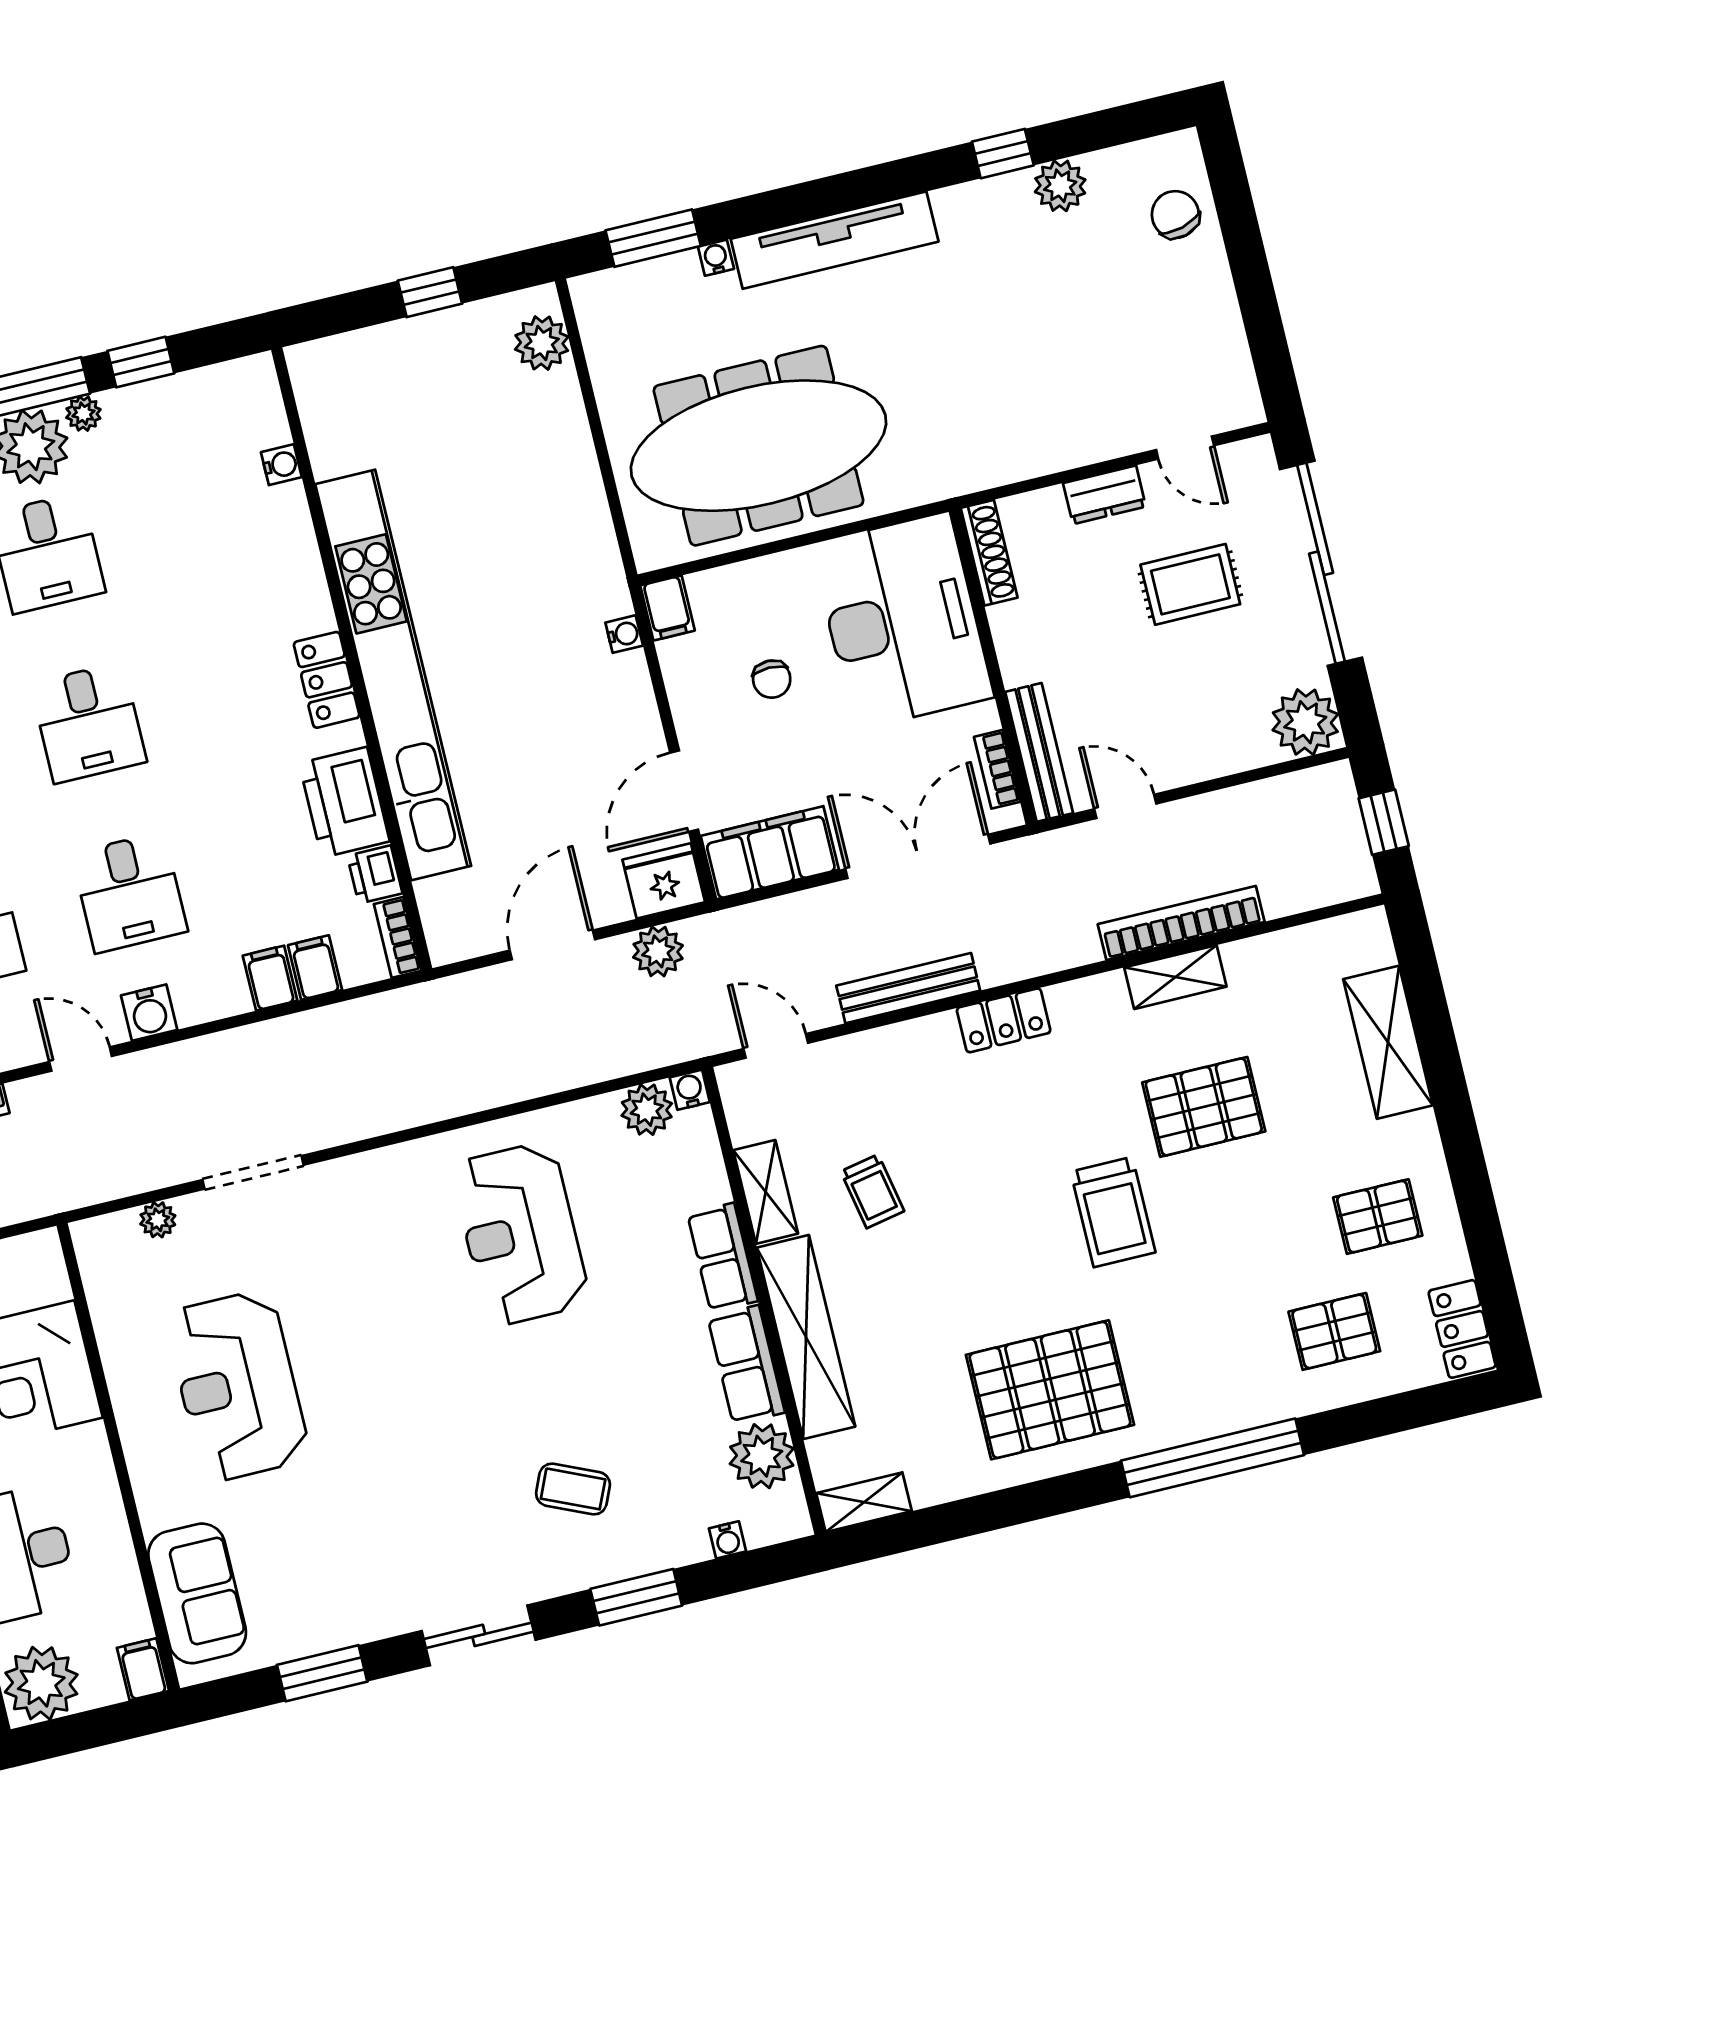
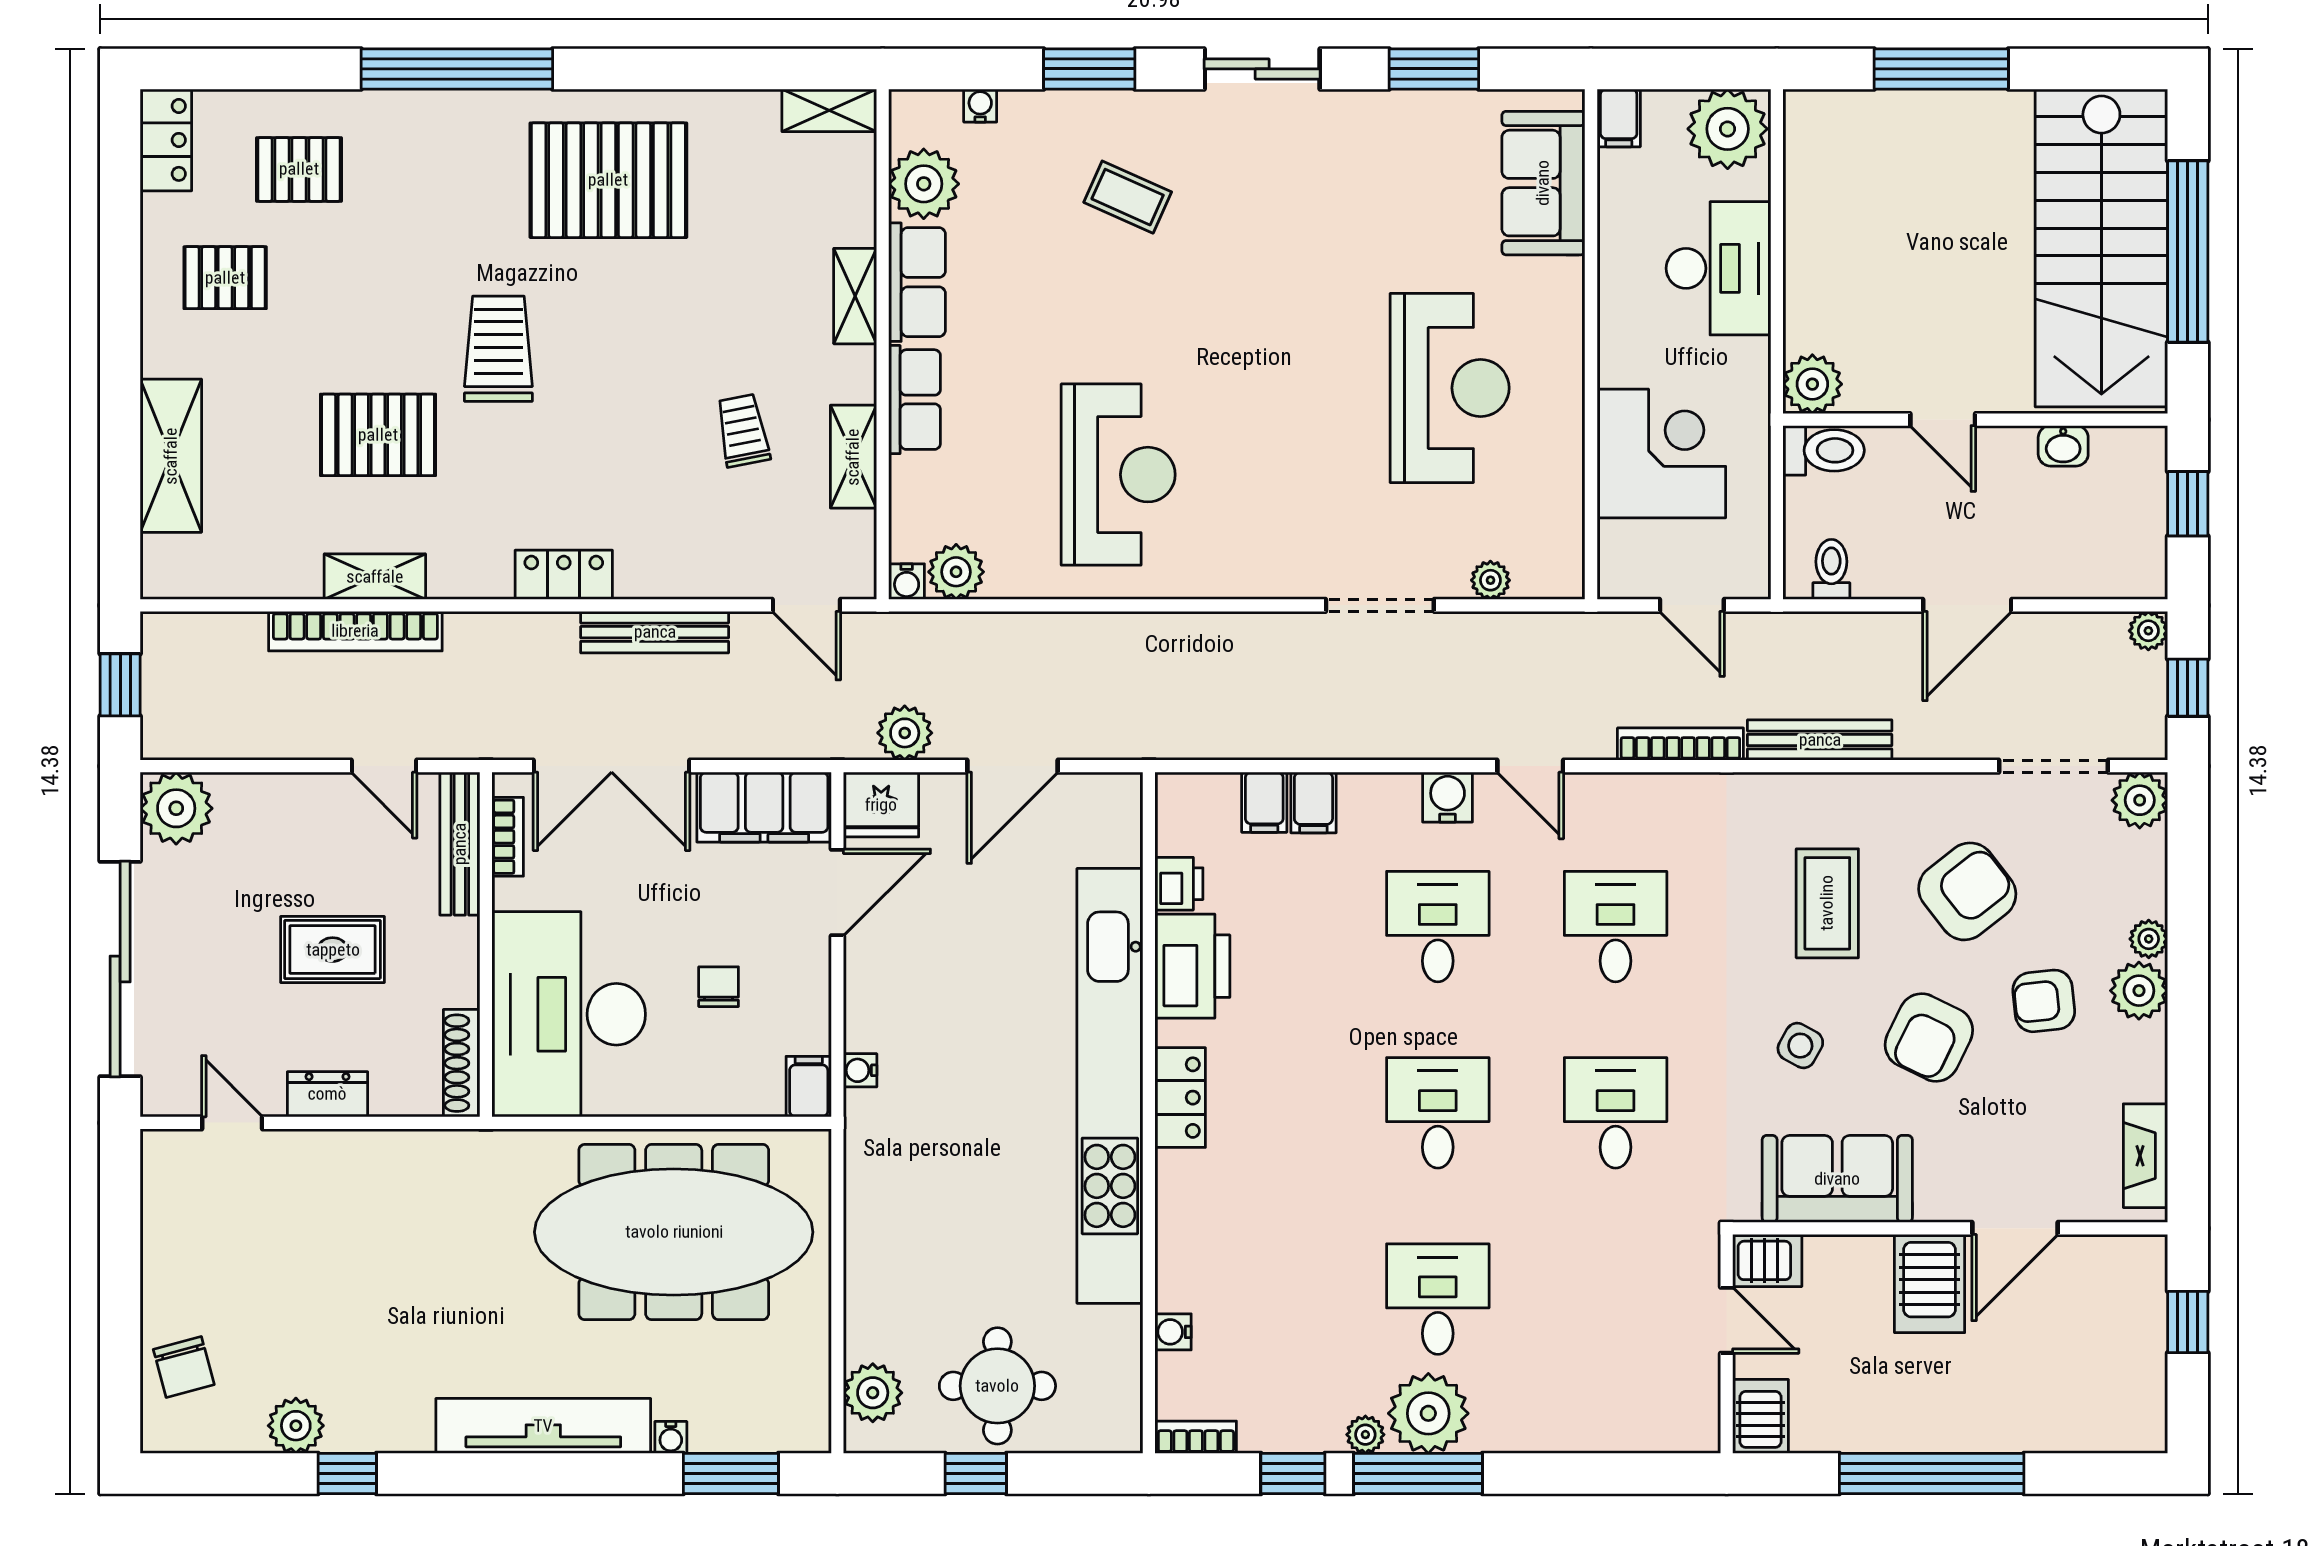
round table: (430, 377) -> (997, 1386), added
rug: (1190, 584) -> (333, 950), moved
bookcase: (398, 937) -> (1196, 1437), moved, turned -90
shelving: (806, 1337) -> (855, 296), width x0.45, depth x0.75

